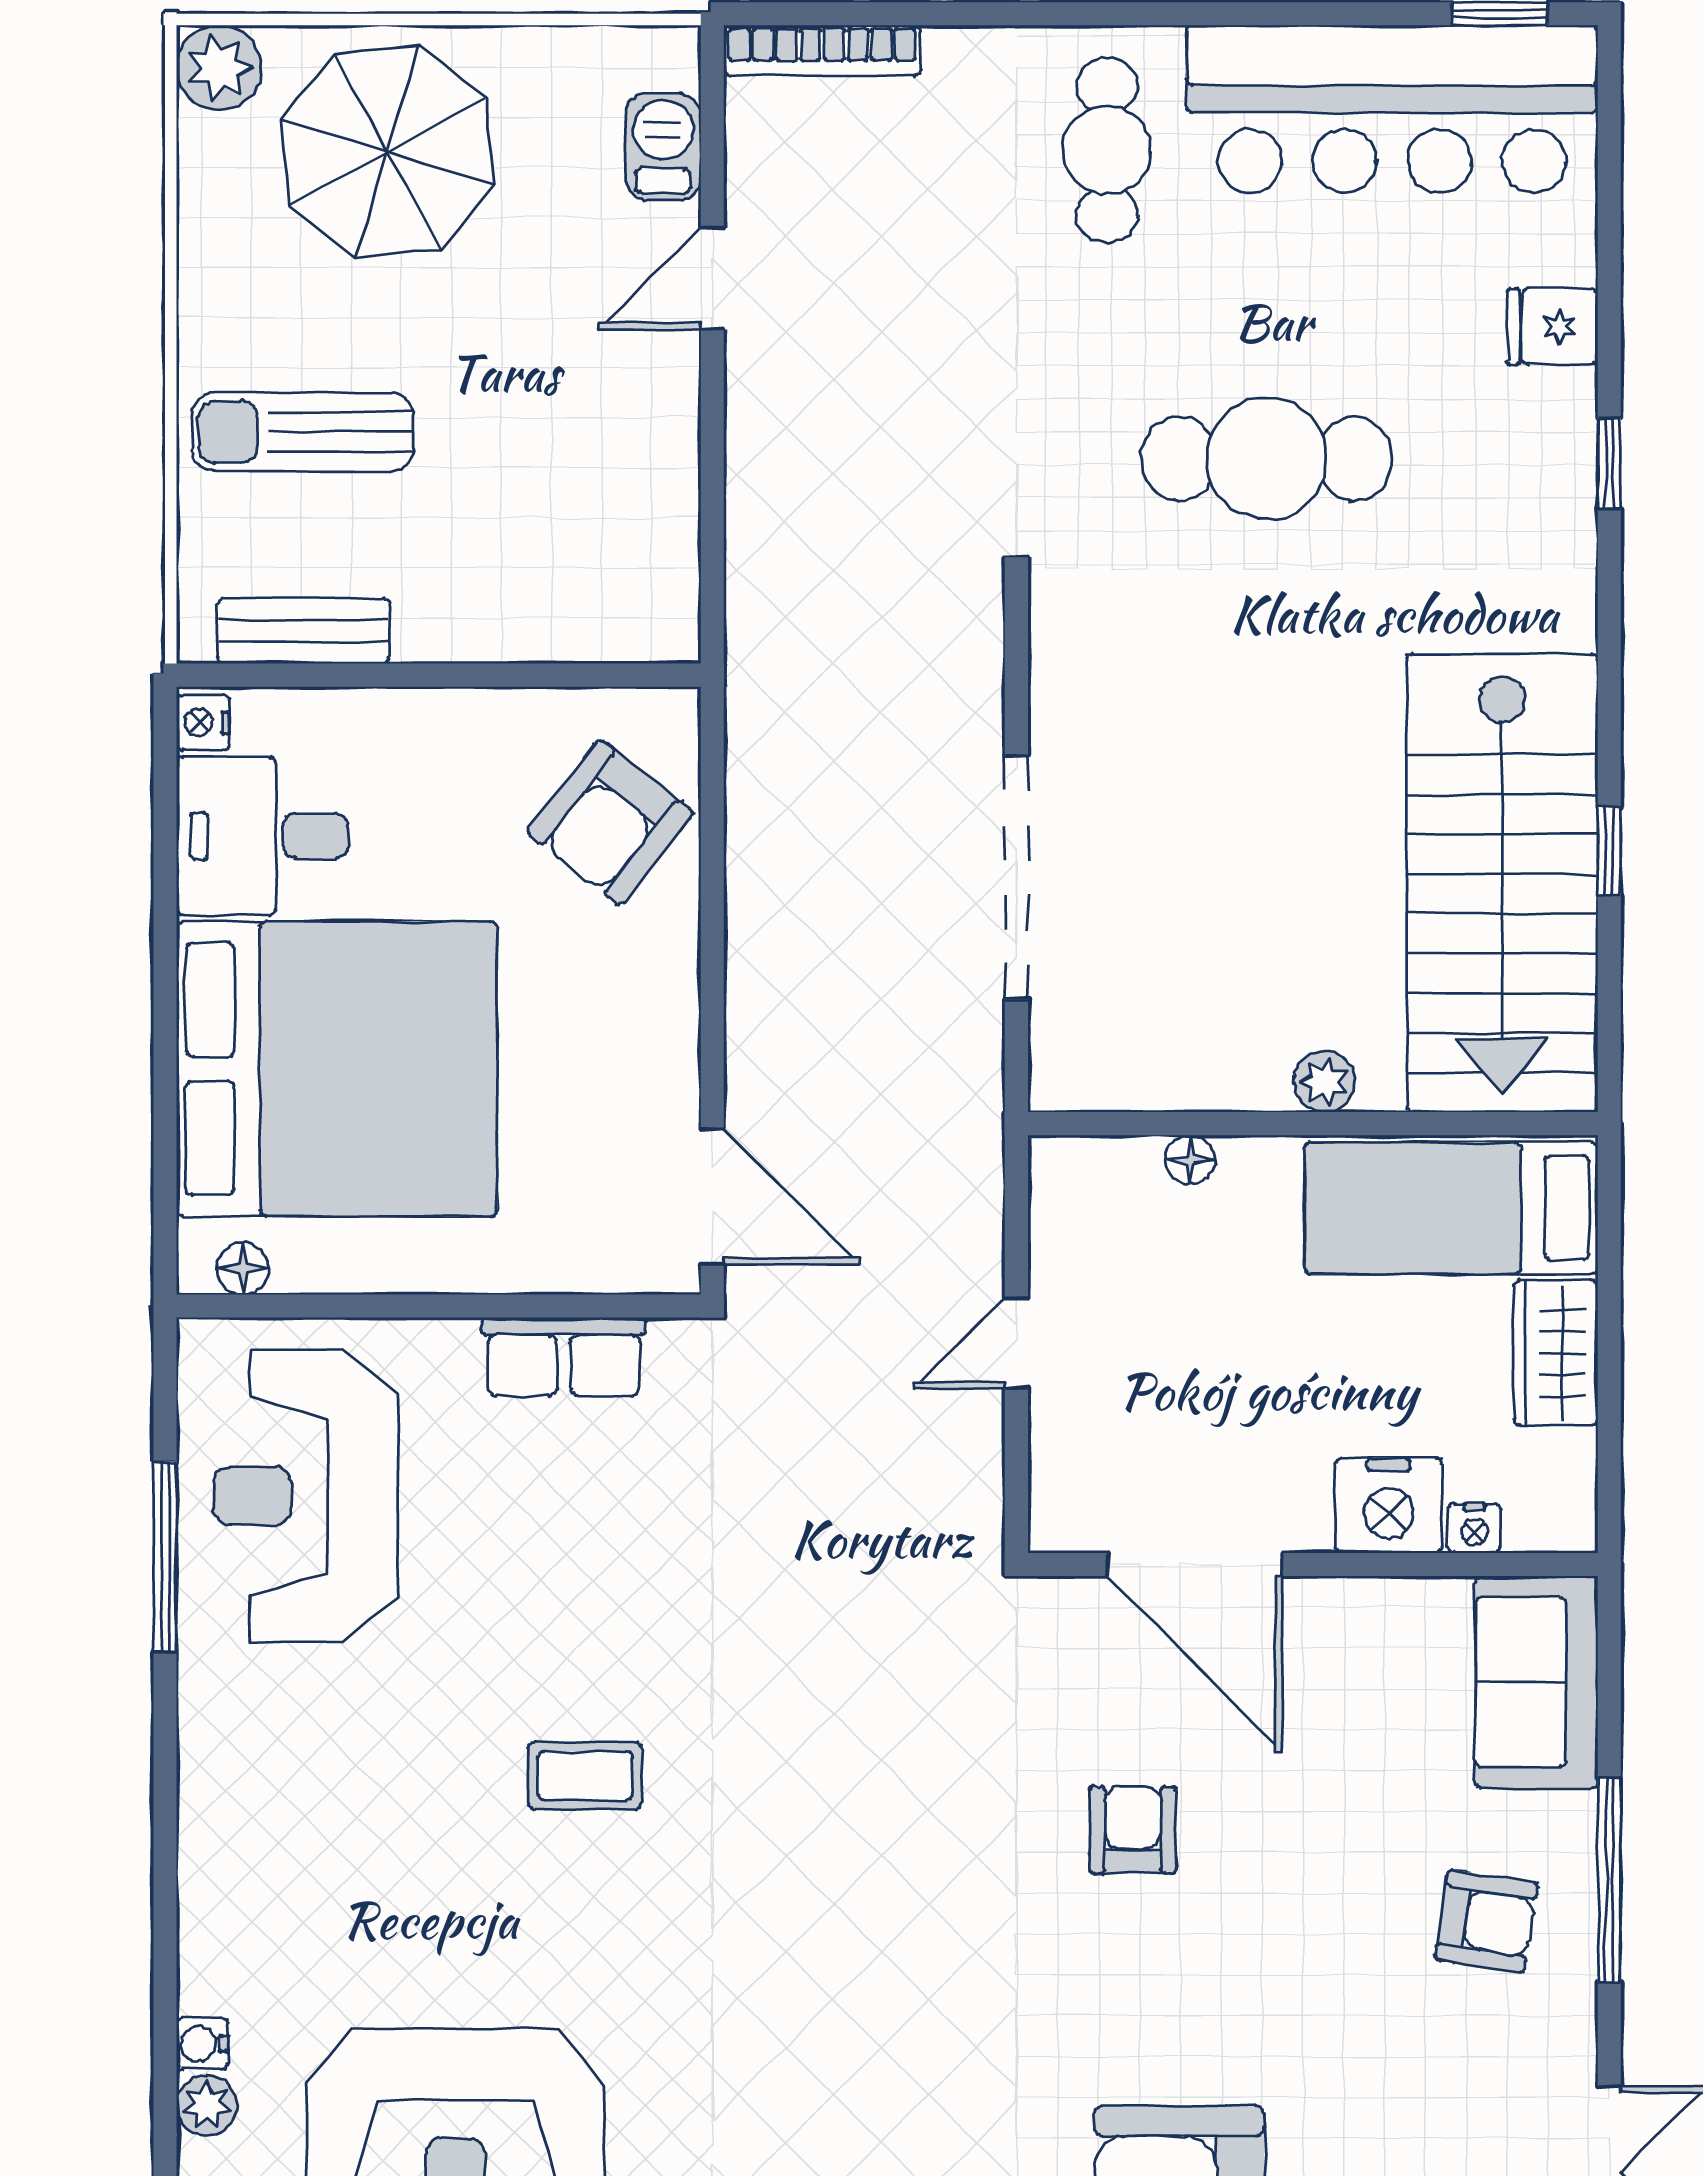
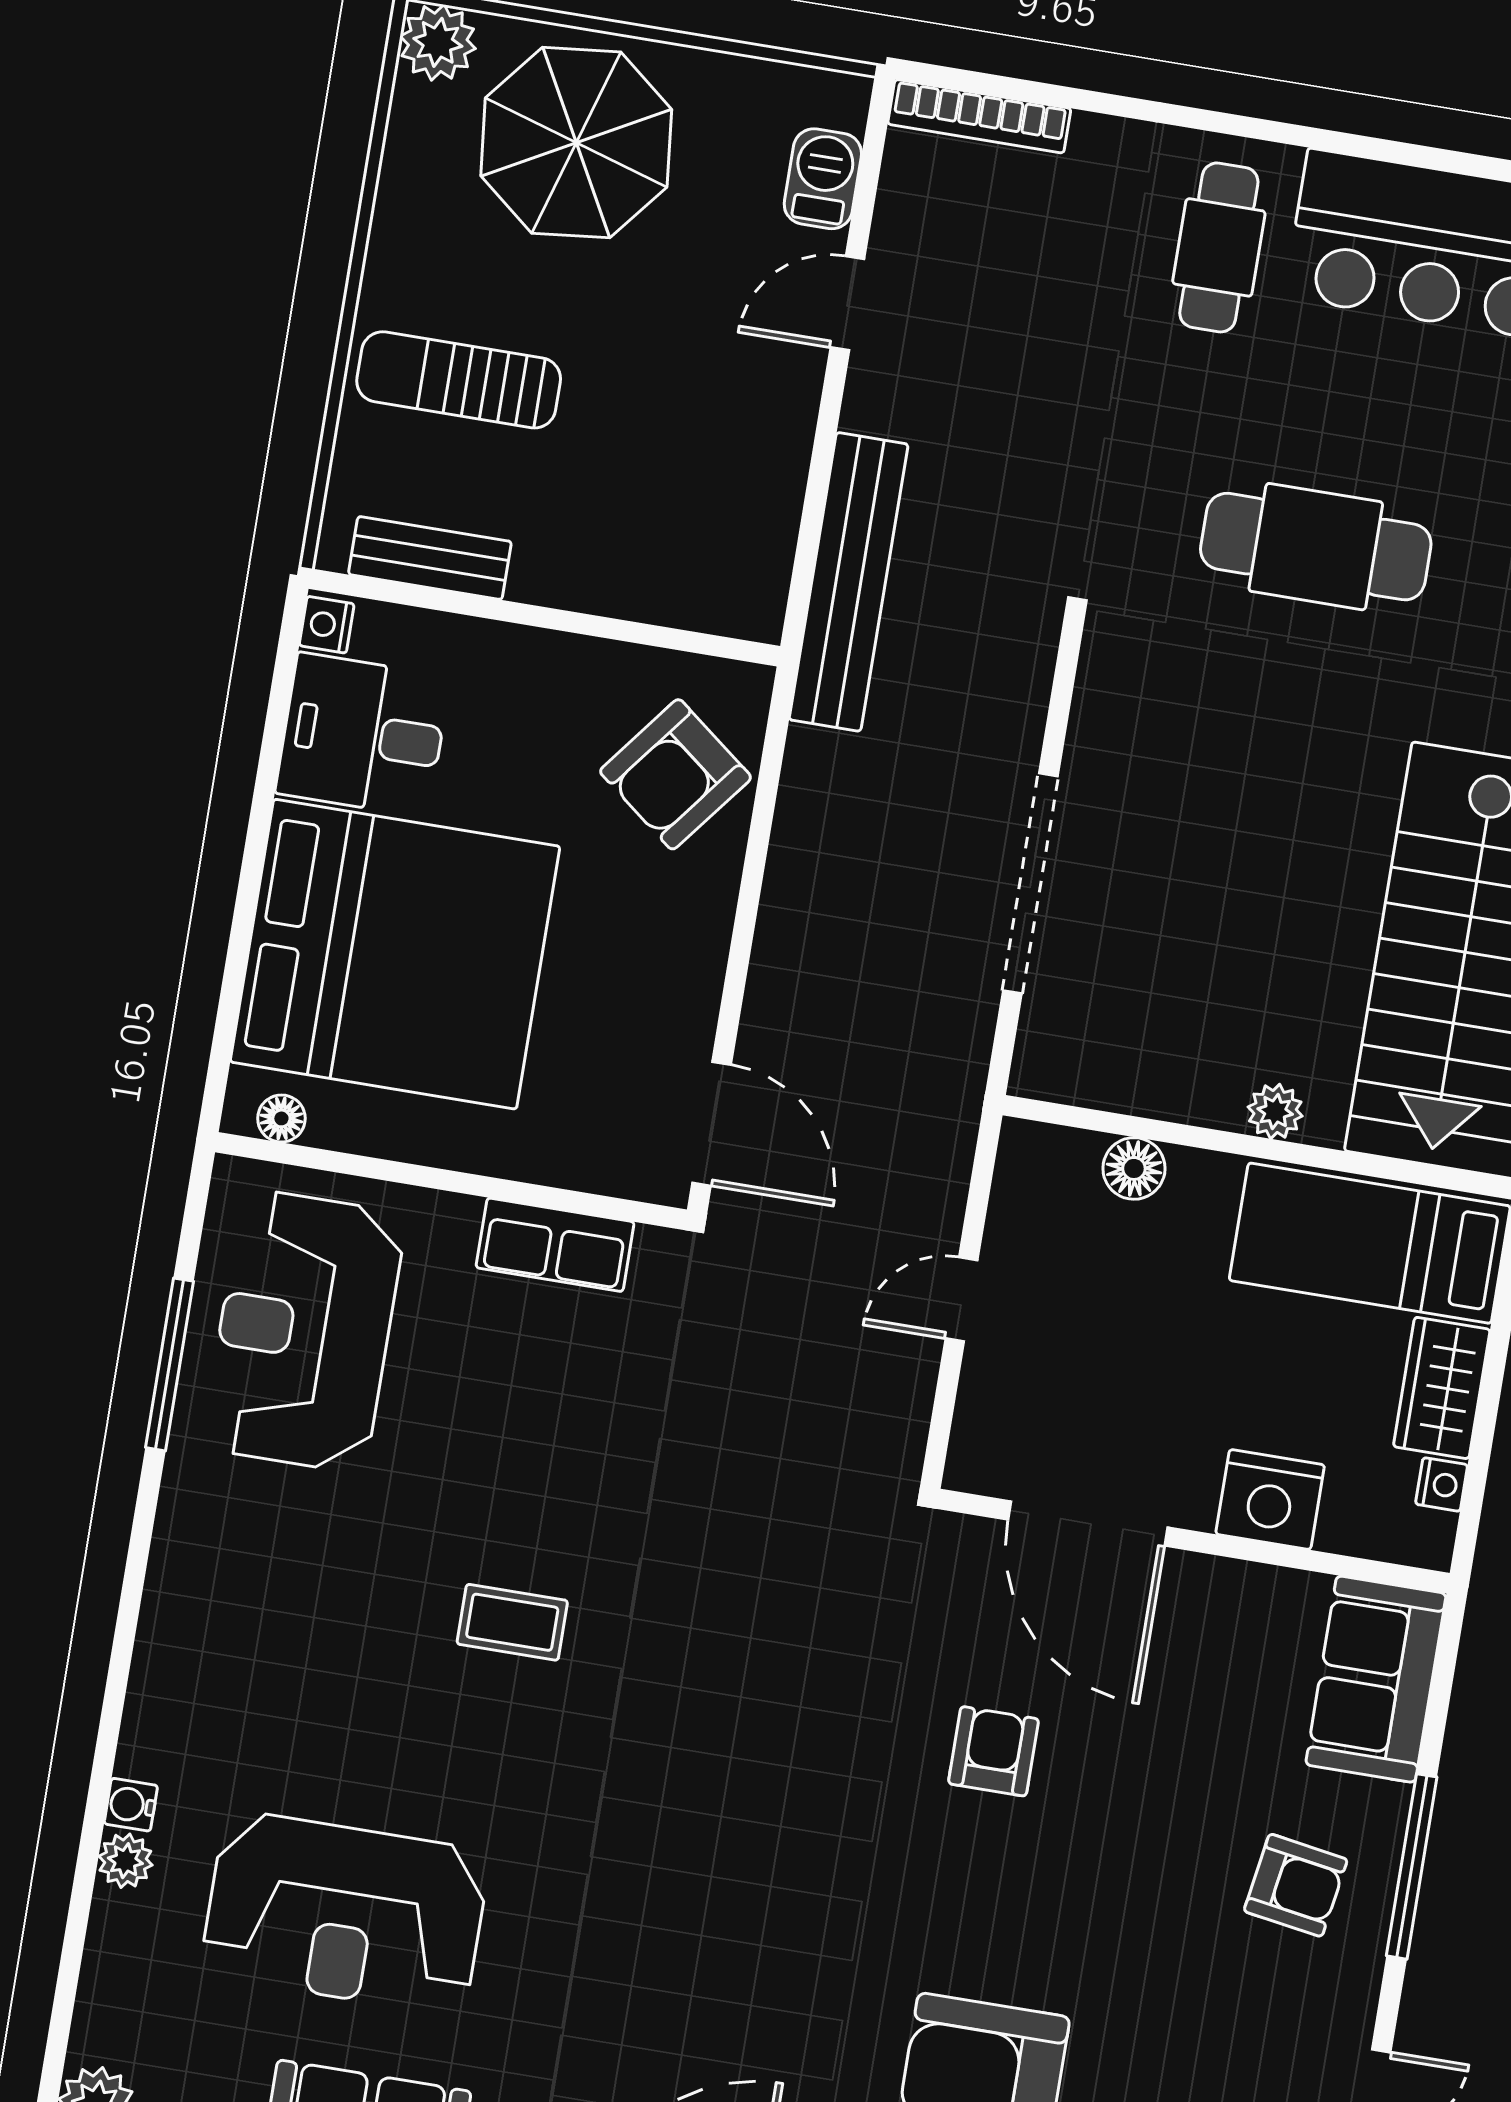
bench: (764, 581) -> (849, 582), added
floor lamp: (1190, 1160) -> (1134, 1168), width x1.37, depth x1.37
nightstand: (1474, 1528) -> (1442, 1484), moved, turned -90

